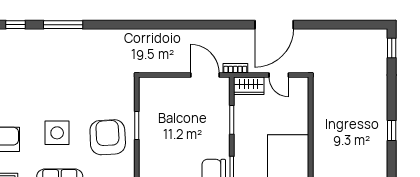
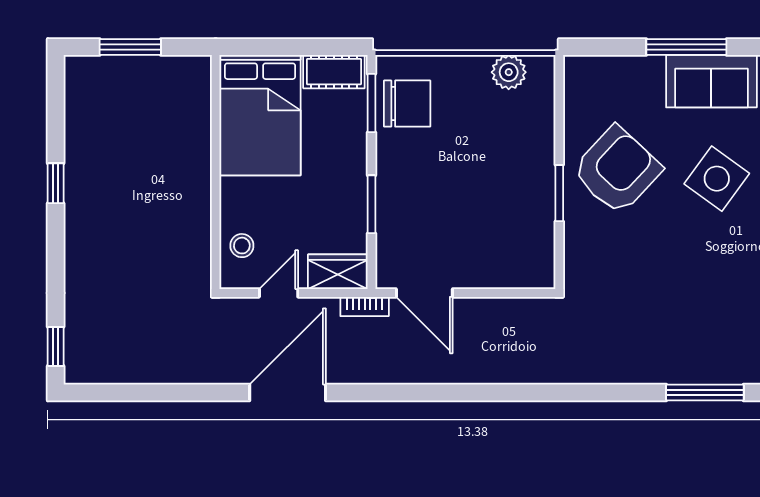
door: (279, 75) -> (279, 293), hinge flipped
stool: (297, 99) -> (242, 246), added
side table: (57, 133) -> (717, 179), turned 36
armchair: (108, 137) -> (617, 170), turned -134

